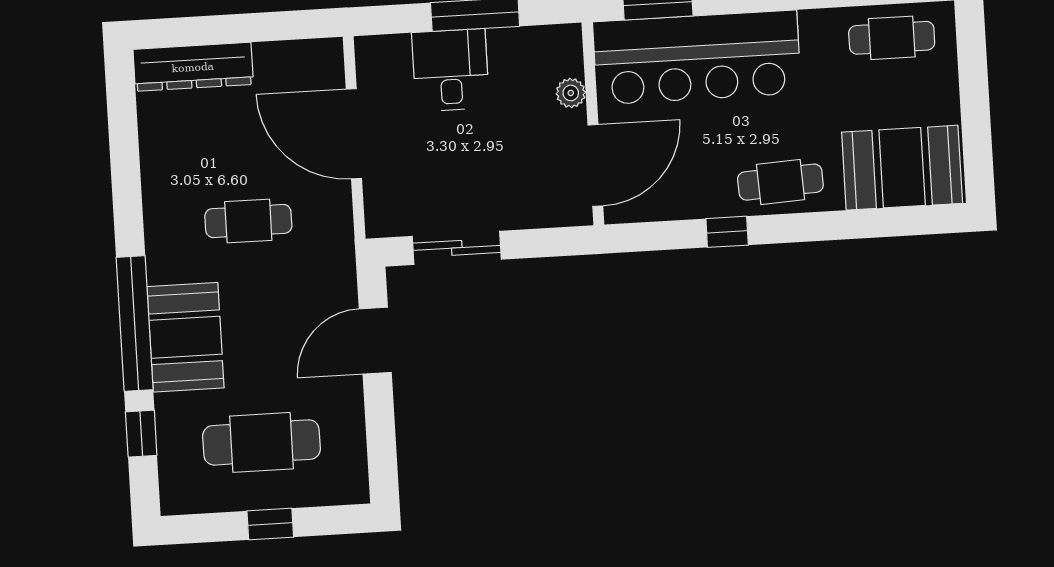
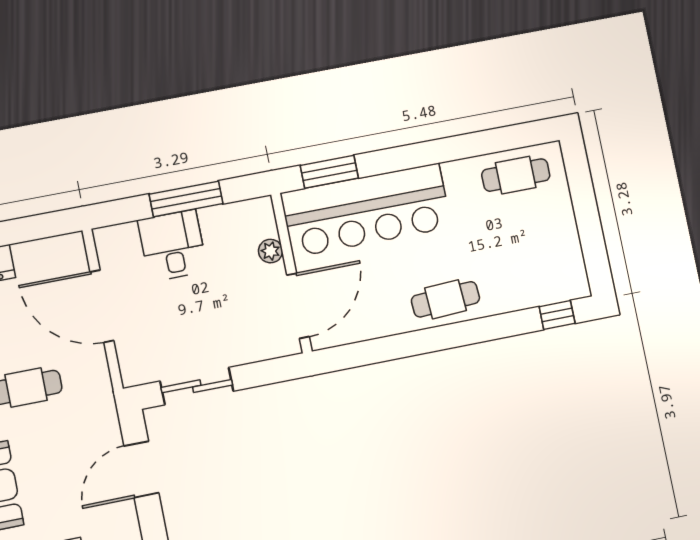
booth: (902, 168) -> (539, 275), removed
window: (727, 232) -> (557, 315), moved

